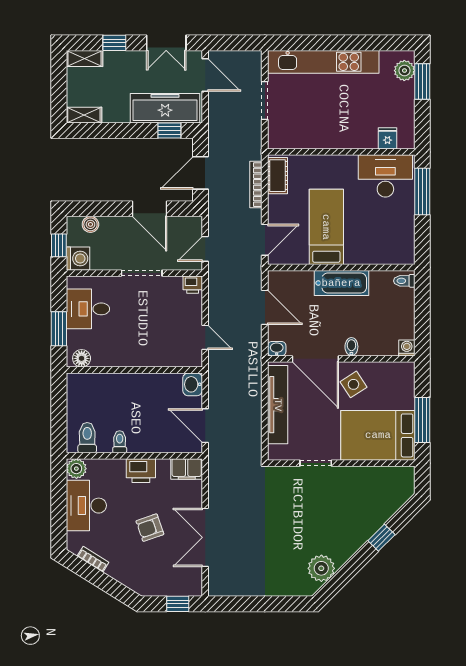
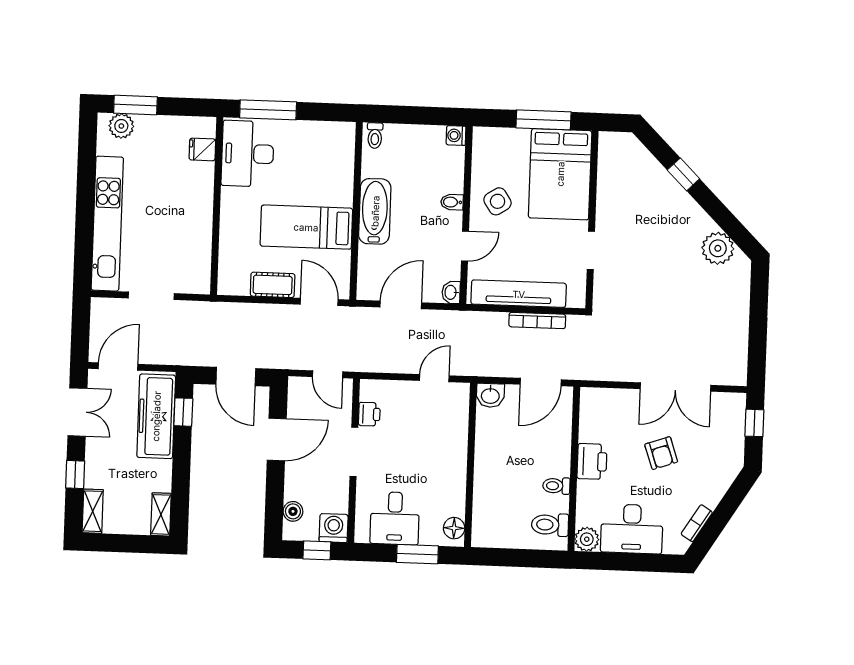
cot: (277, 176) -> (273, 285), moved
bookcase: (256, 185) -> (537, 321), moved
printer: (193, 285) -> (369, 414), moved
door: (315, 359) -> (465, 246), width x0.53
filing cabinet: (187, 469) -> (592, 406), removed

